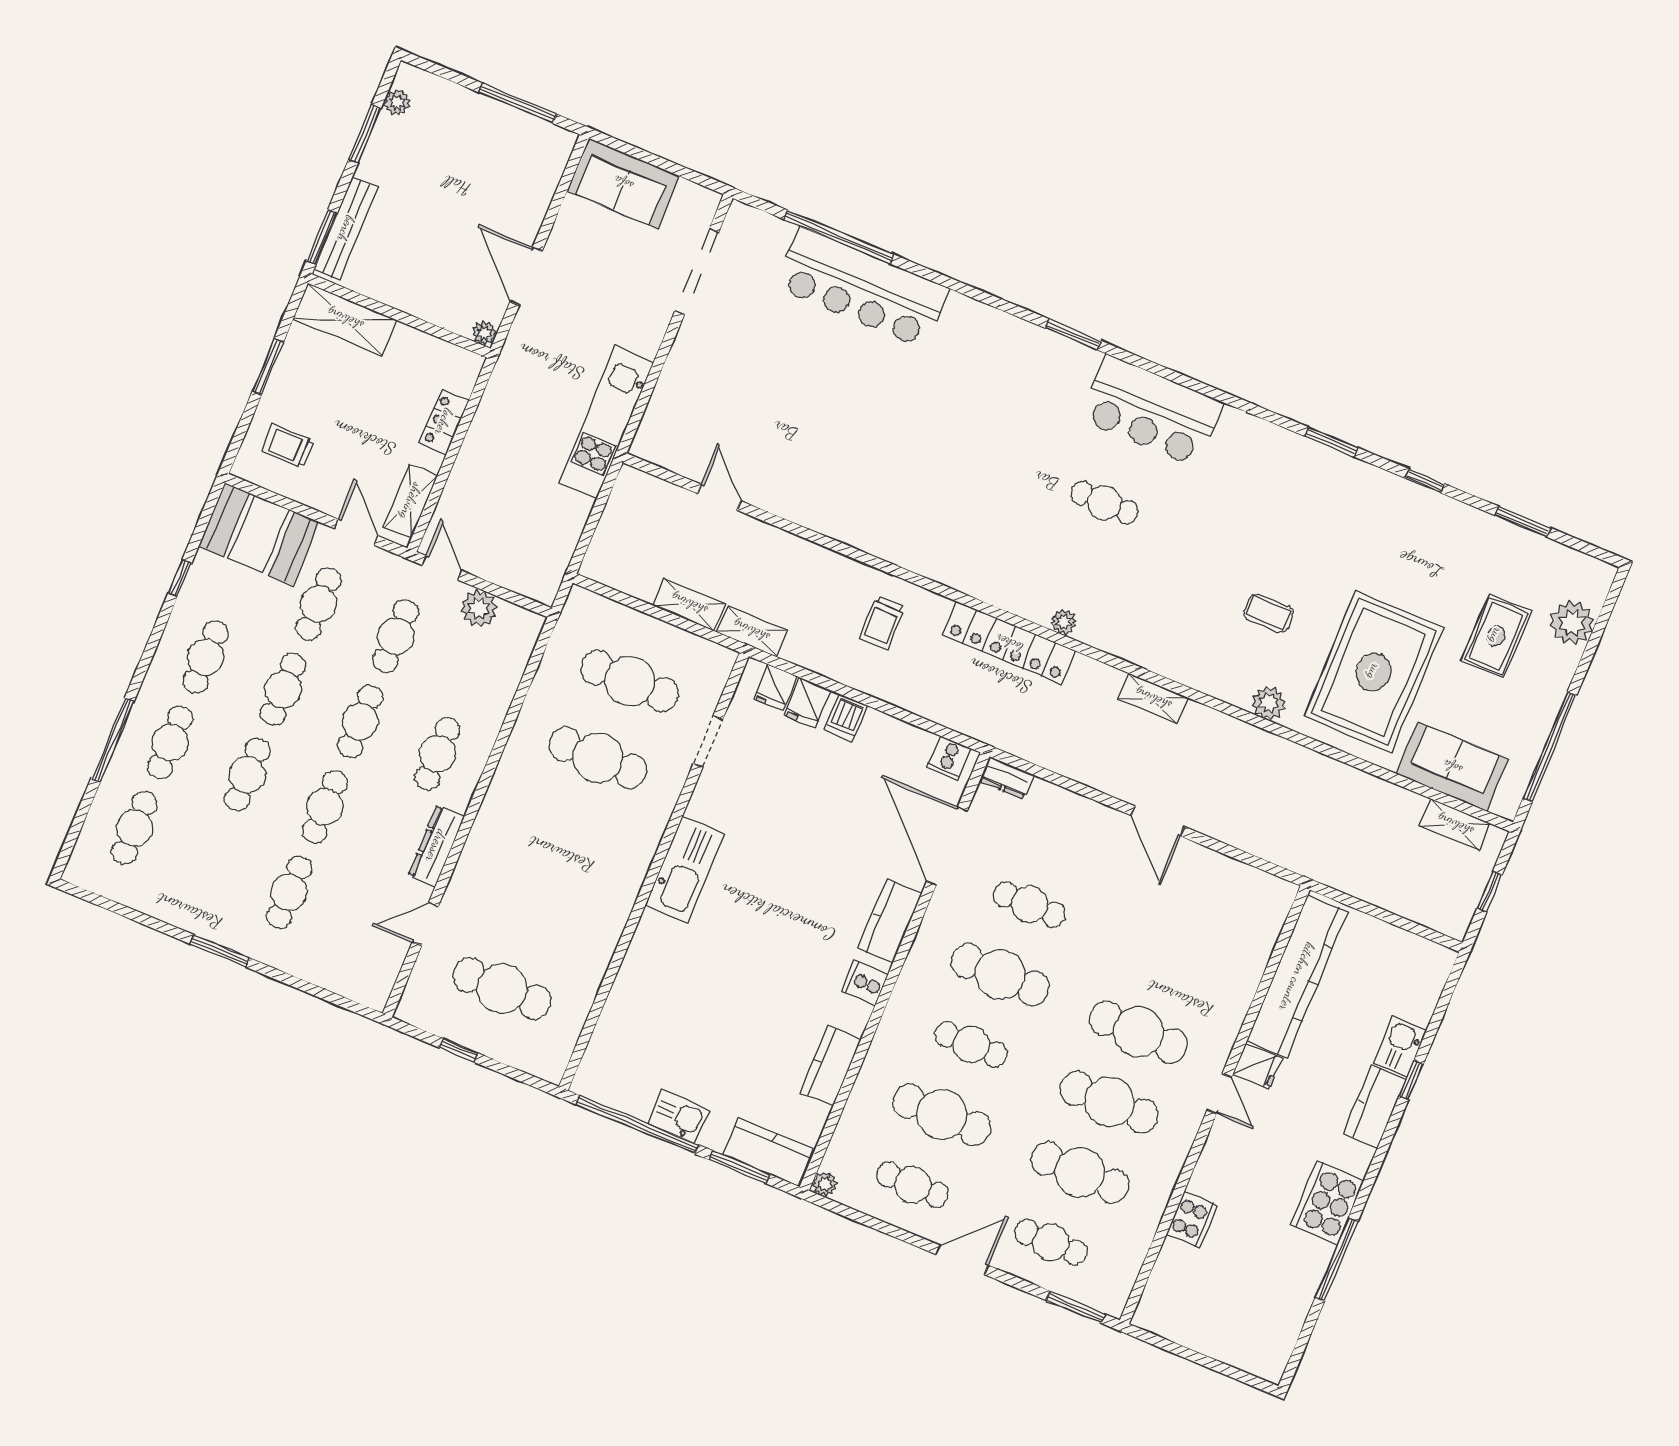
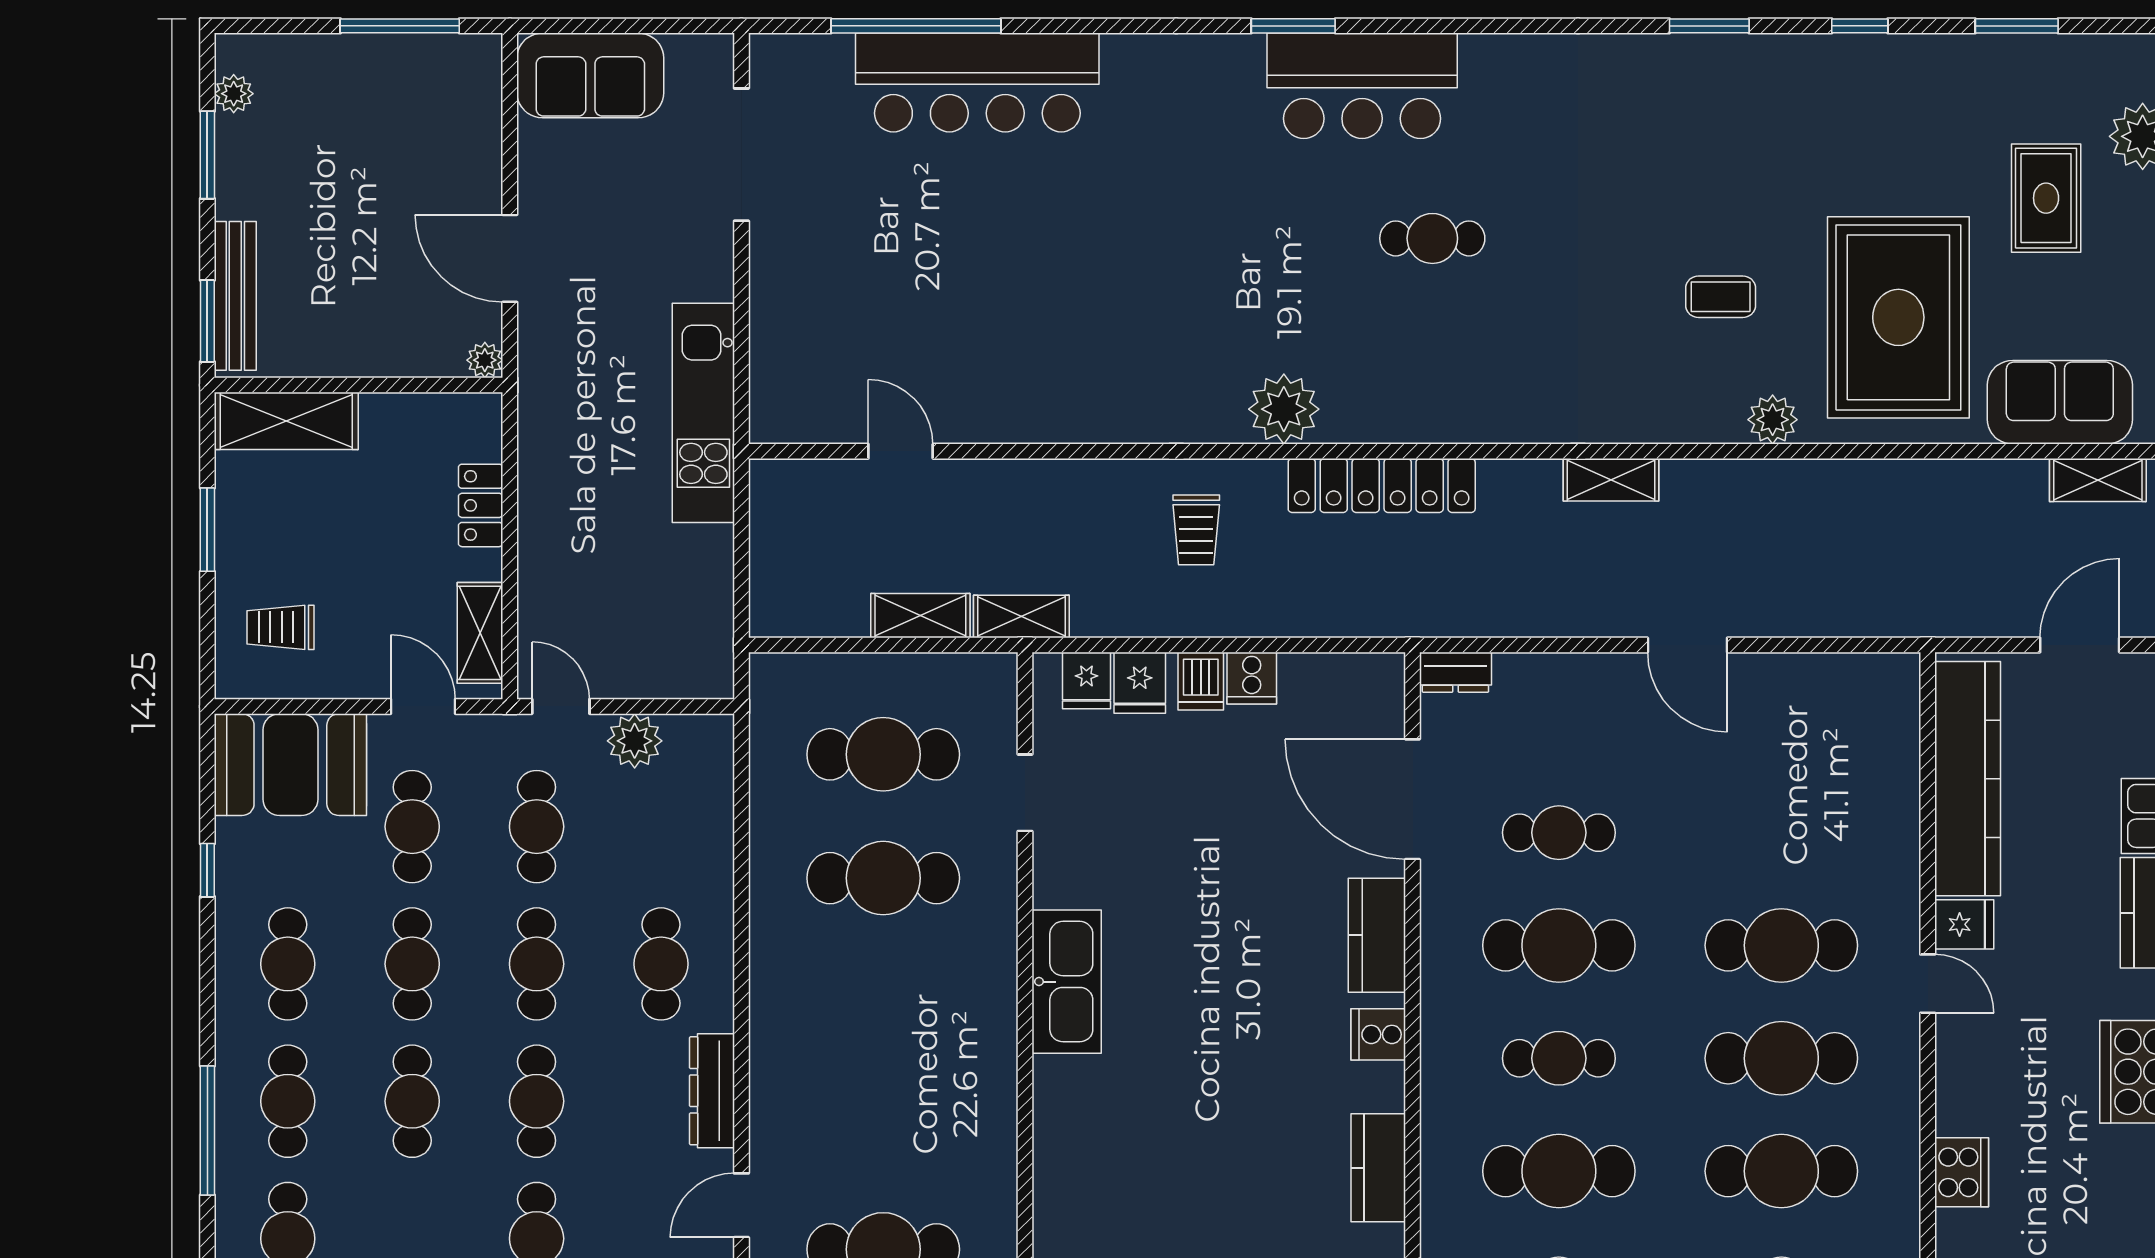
bar counter: (1152, 411) -> (1362, 86), moved
plant: (1064, 622) -> (1284, 409), moved, width x1.88, depth x1.88
cooker: (949, 758) -> (1252, 678), moved
door: (1402, 923) -> (2080, 645), added

